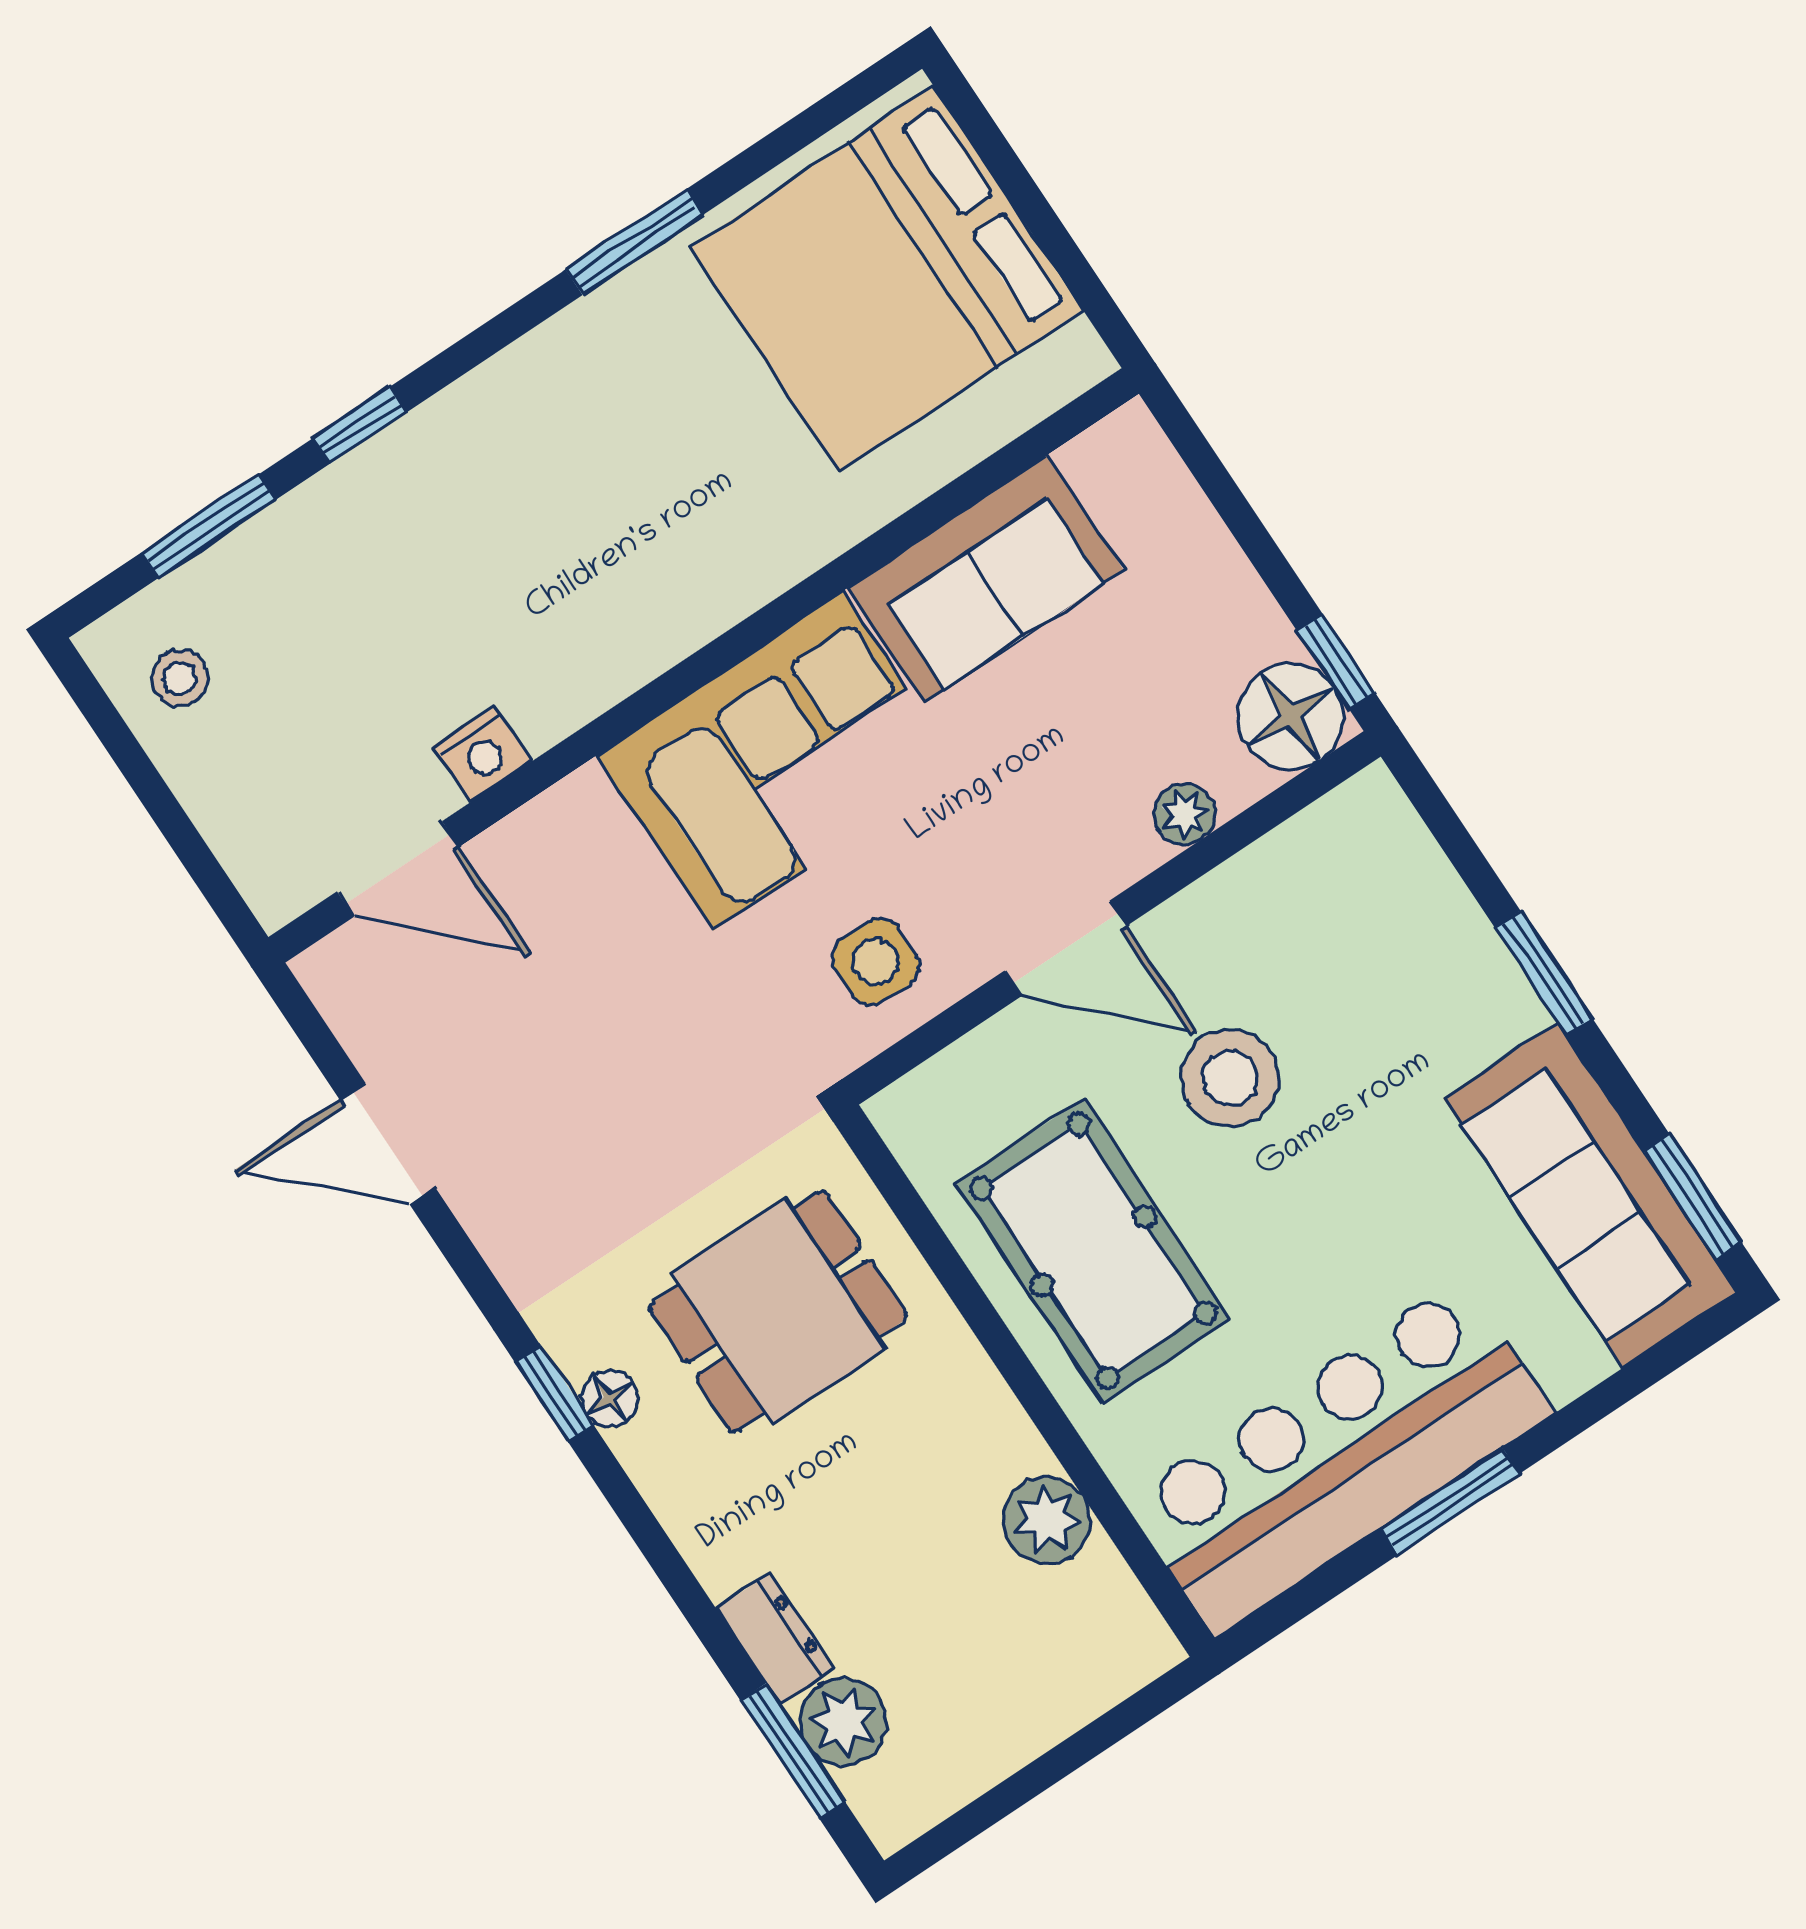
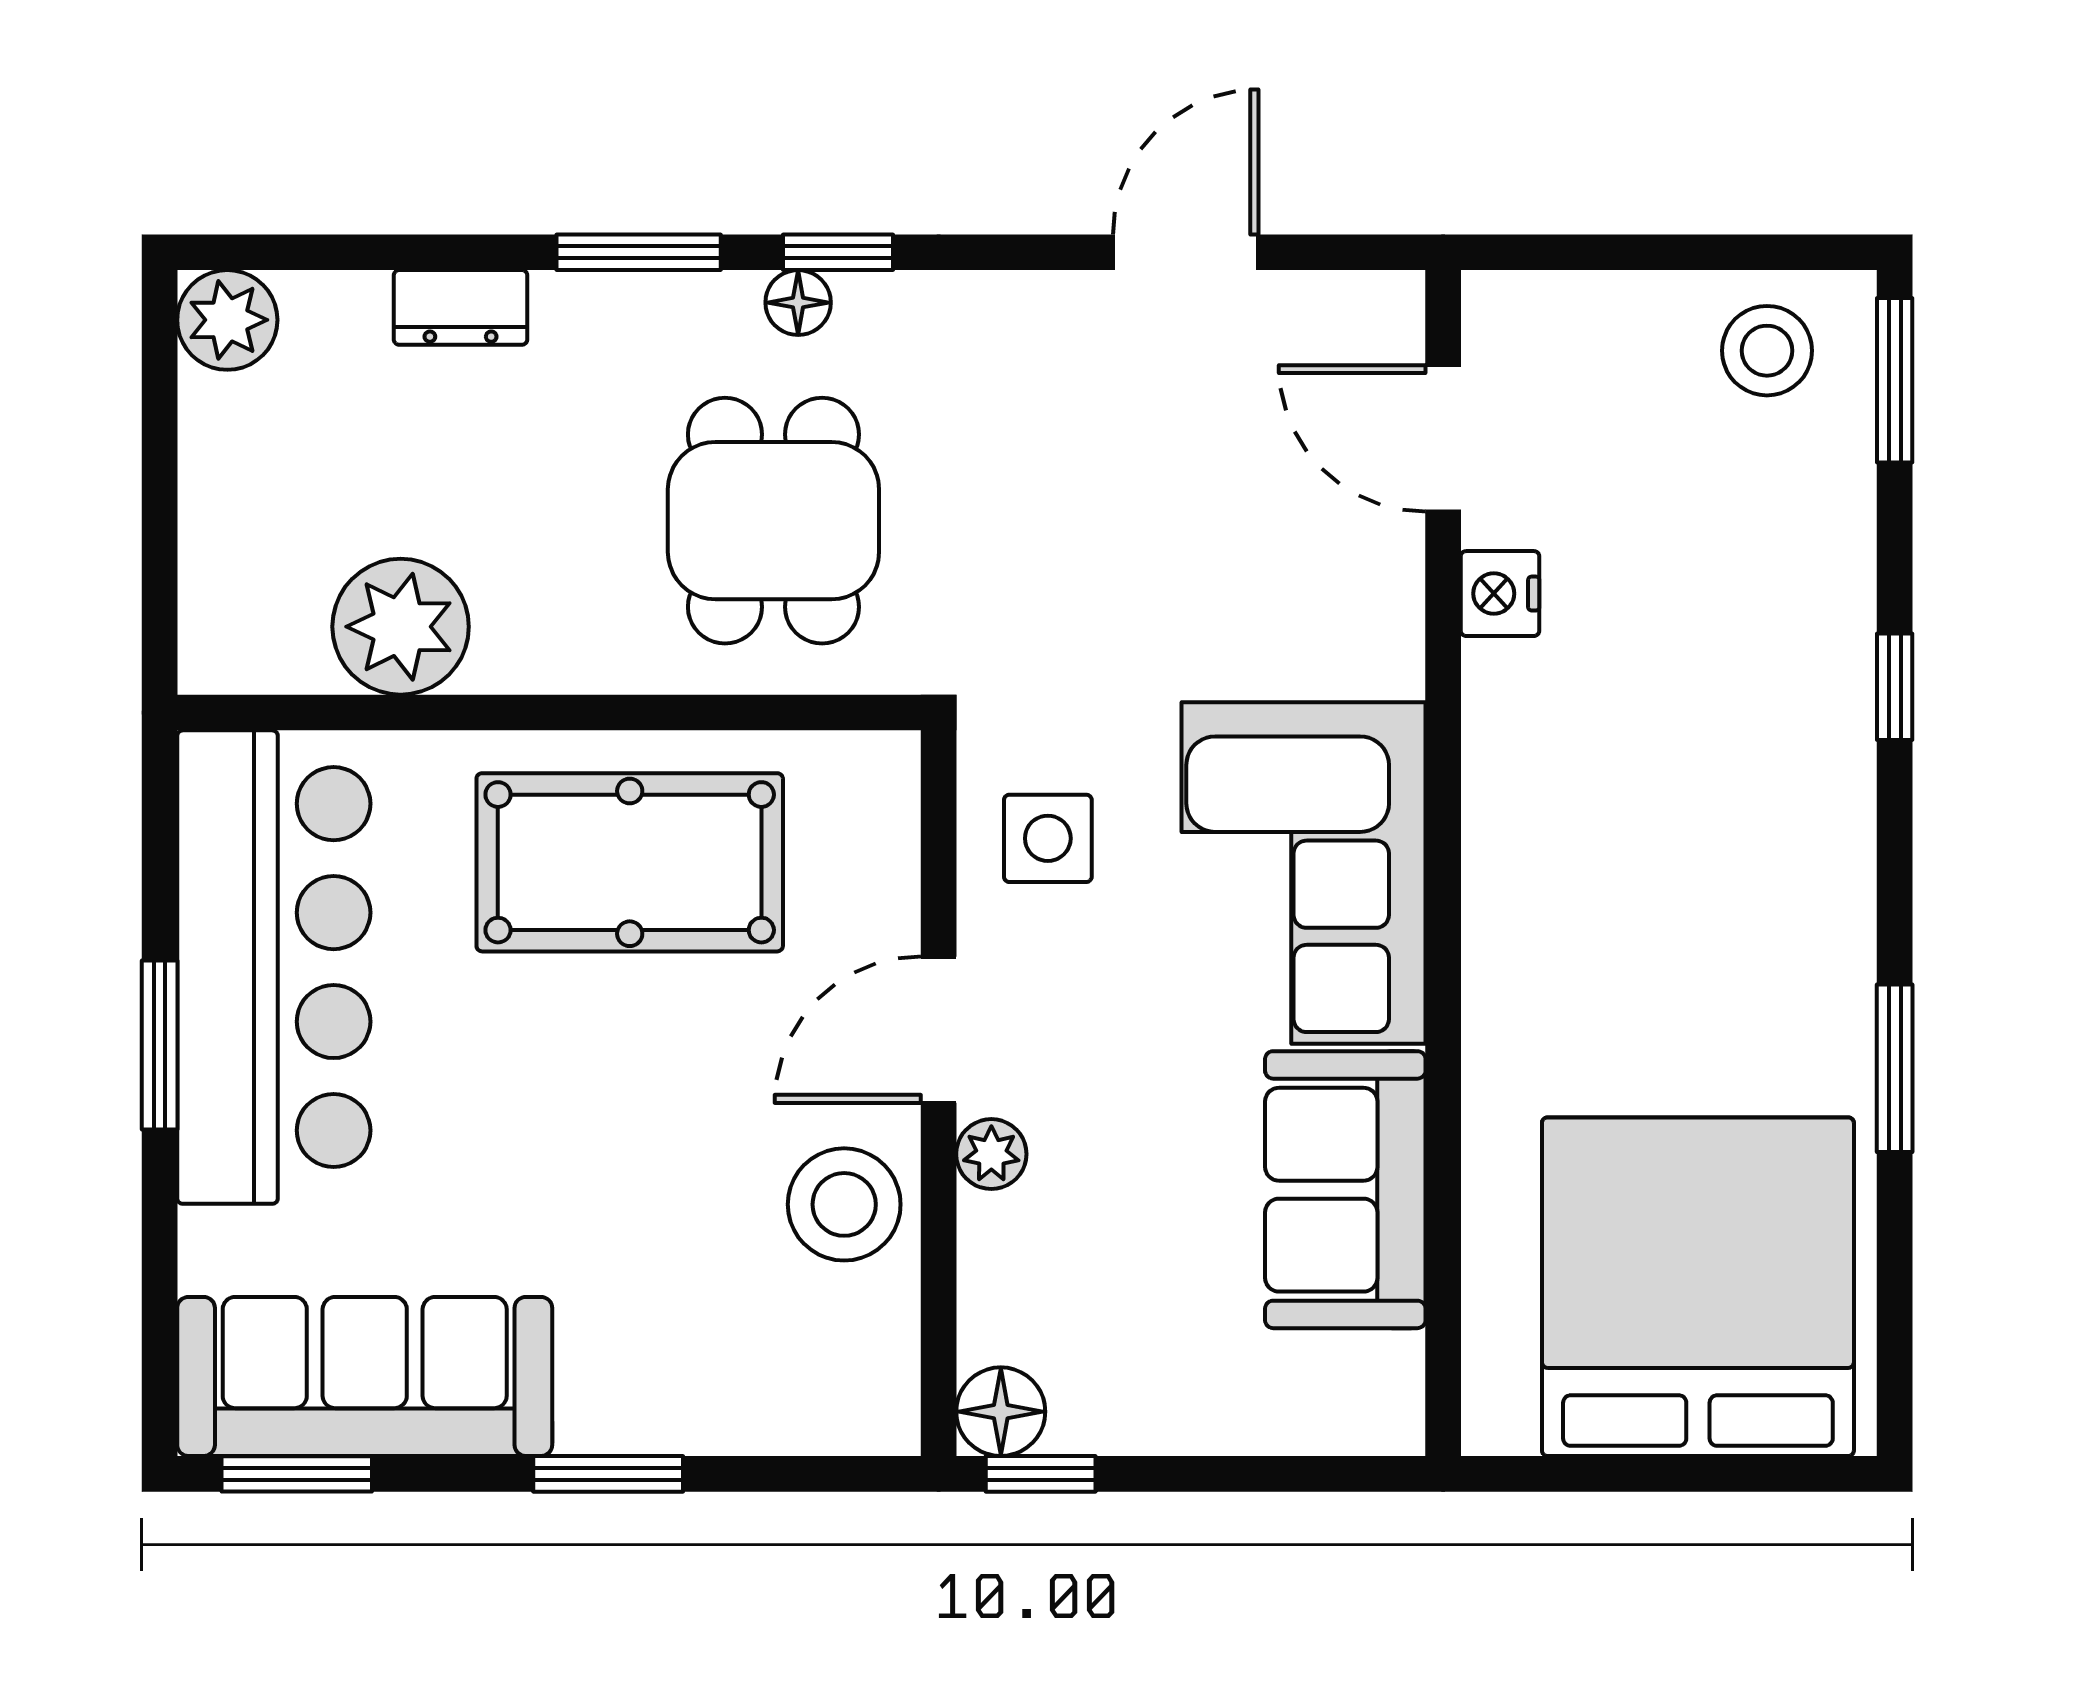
window: (209, 526) -> (1895, 380), moved
stool: (179, 678) -> (1767, 351), width x1.37, depth x1.37
floor lamp: (1290, 716) -> (1001, 1412), width x0.73, depth x0.73
plant: (1185, 814) -> (991, 1154), moved
door: (398, 869) -> (1443, 438), hinge flipped
stool: (1230, 1078) -> (844, 1204), moved
plant: (1047, 1520) -> (401, 627), width x1.36, depth x1.36
plant: (844, 1722) -> (227, 320), moved
window: (793, 1751) -> (639, 252), moved

